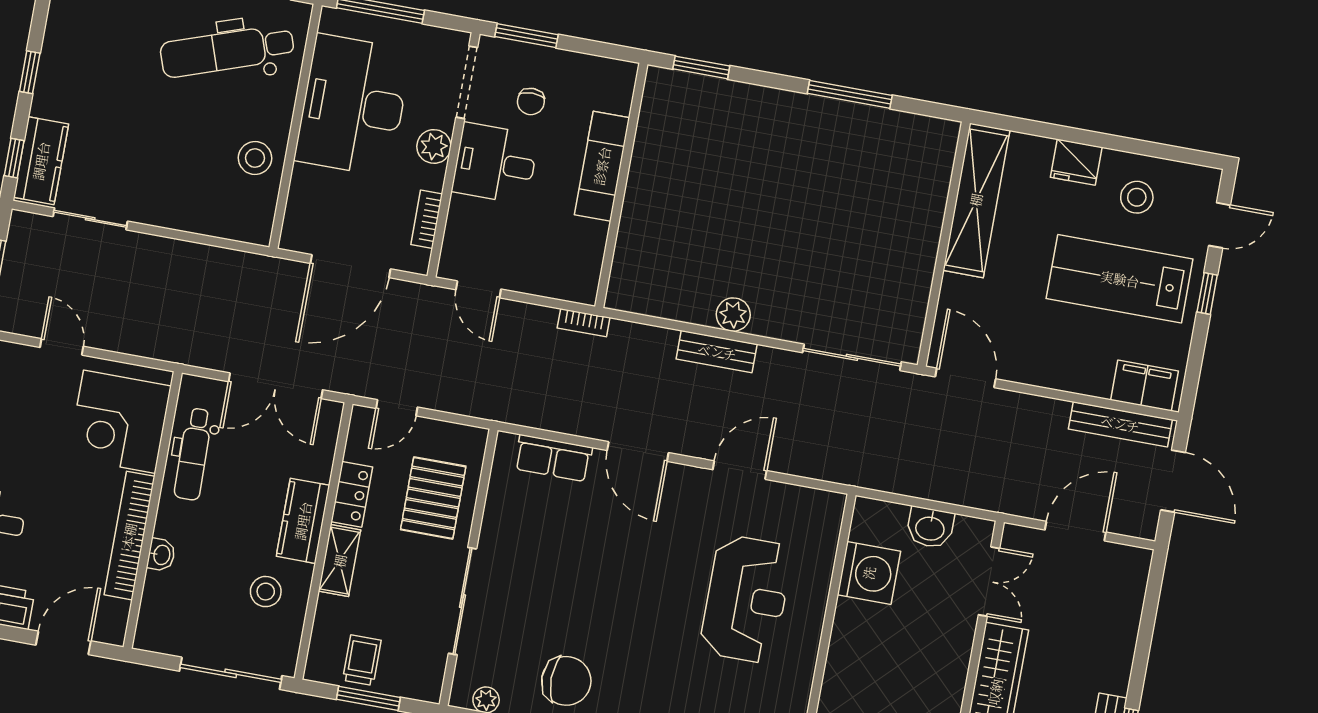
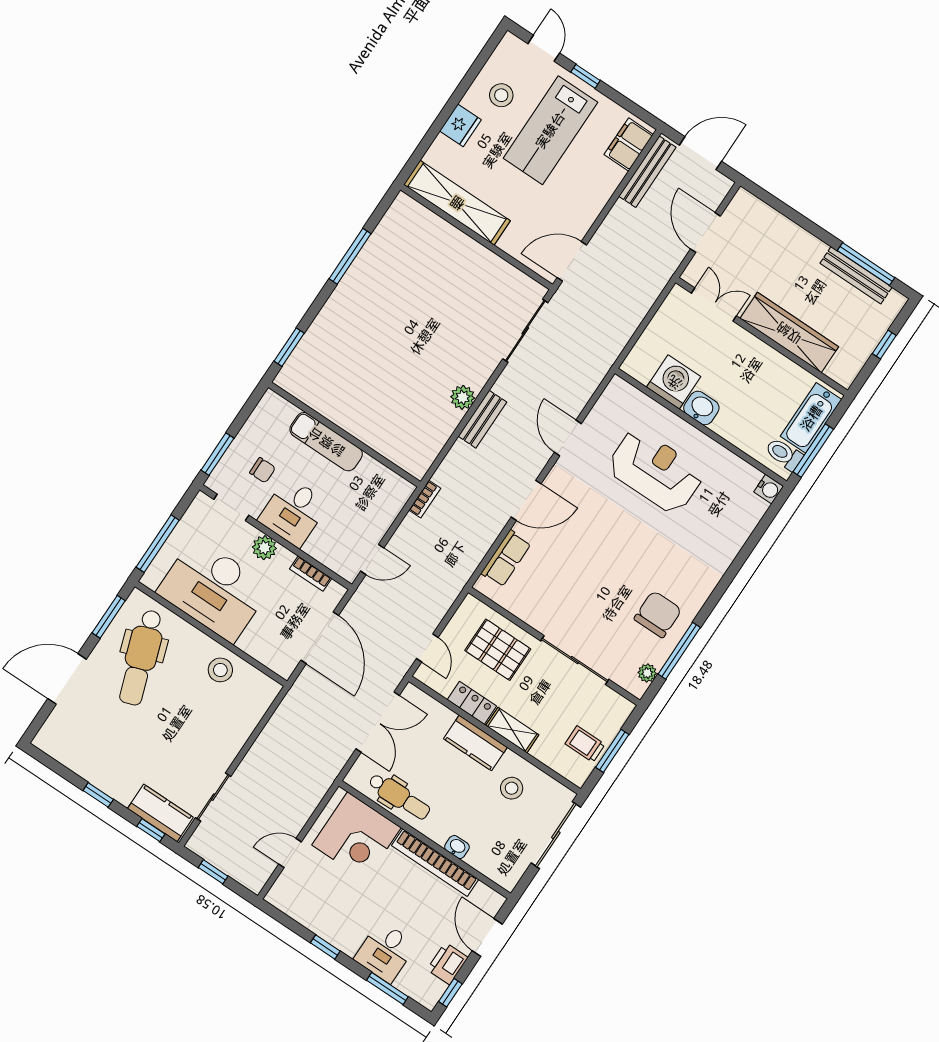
doorway: (467, 82) -> (231, 507), width x0.73
washbasin: (930, 528) -> (701, 408), moved, turned -90

